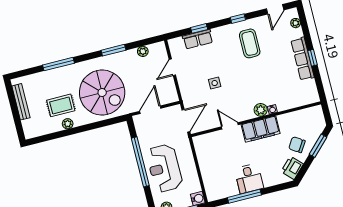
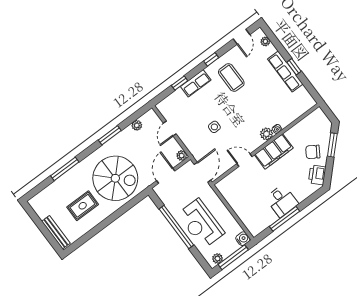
row of seats: (198, 39) -> (196, 83), moved
bench: (21, 102) -> (56, 232), moved
plant: (68, 124) -> (182, 156), moved

